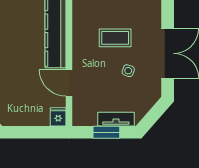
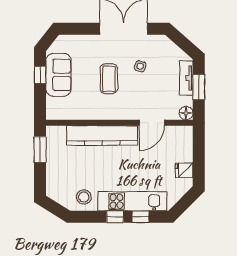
fridge: (58, 117) -> (184, 170), moved
floor lamp: (79, 119) -> (186, 113), added

